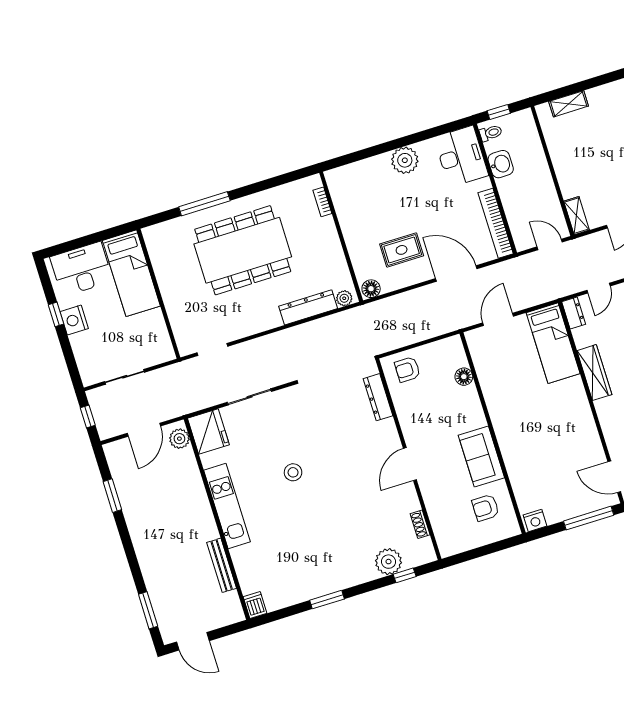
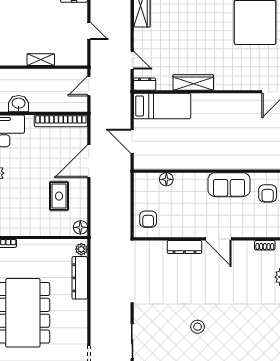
shelving: (577, 216) -> (41, 60), moved
dresser: (378, 397) -> (184, 247), moved

